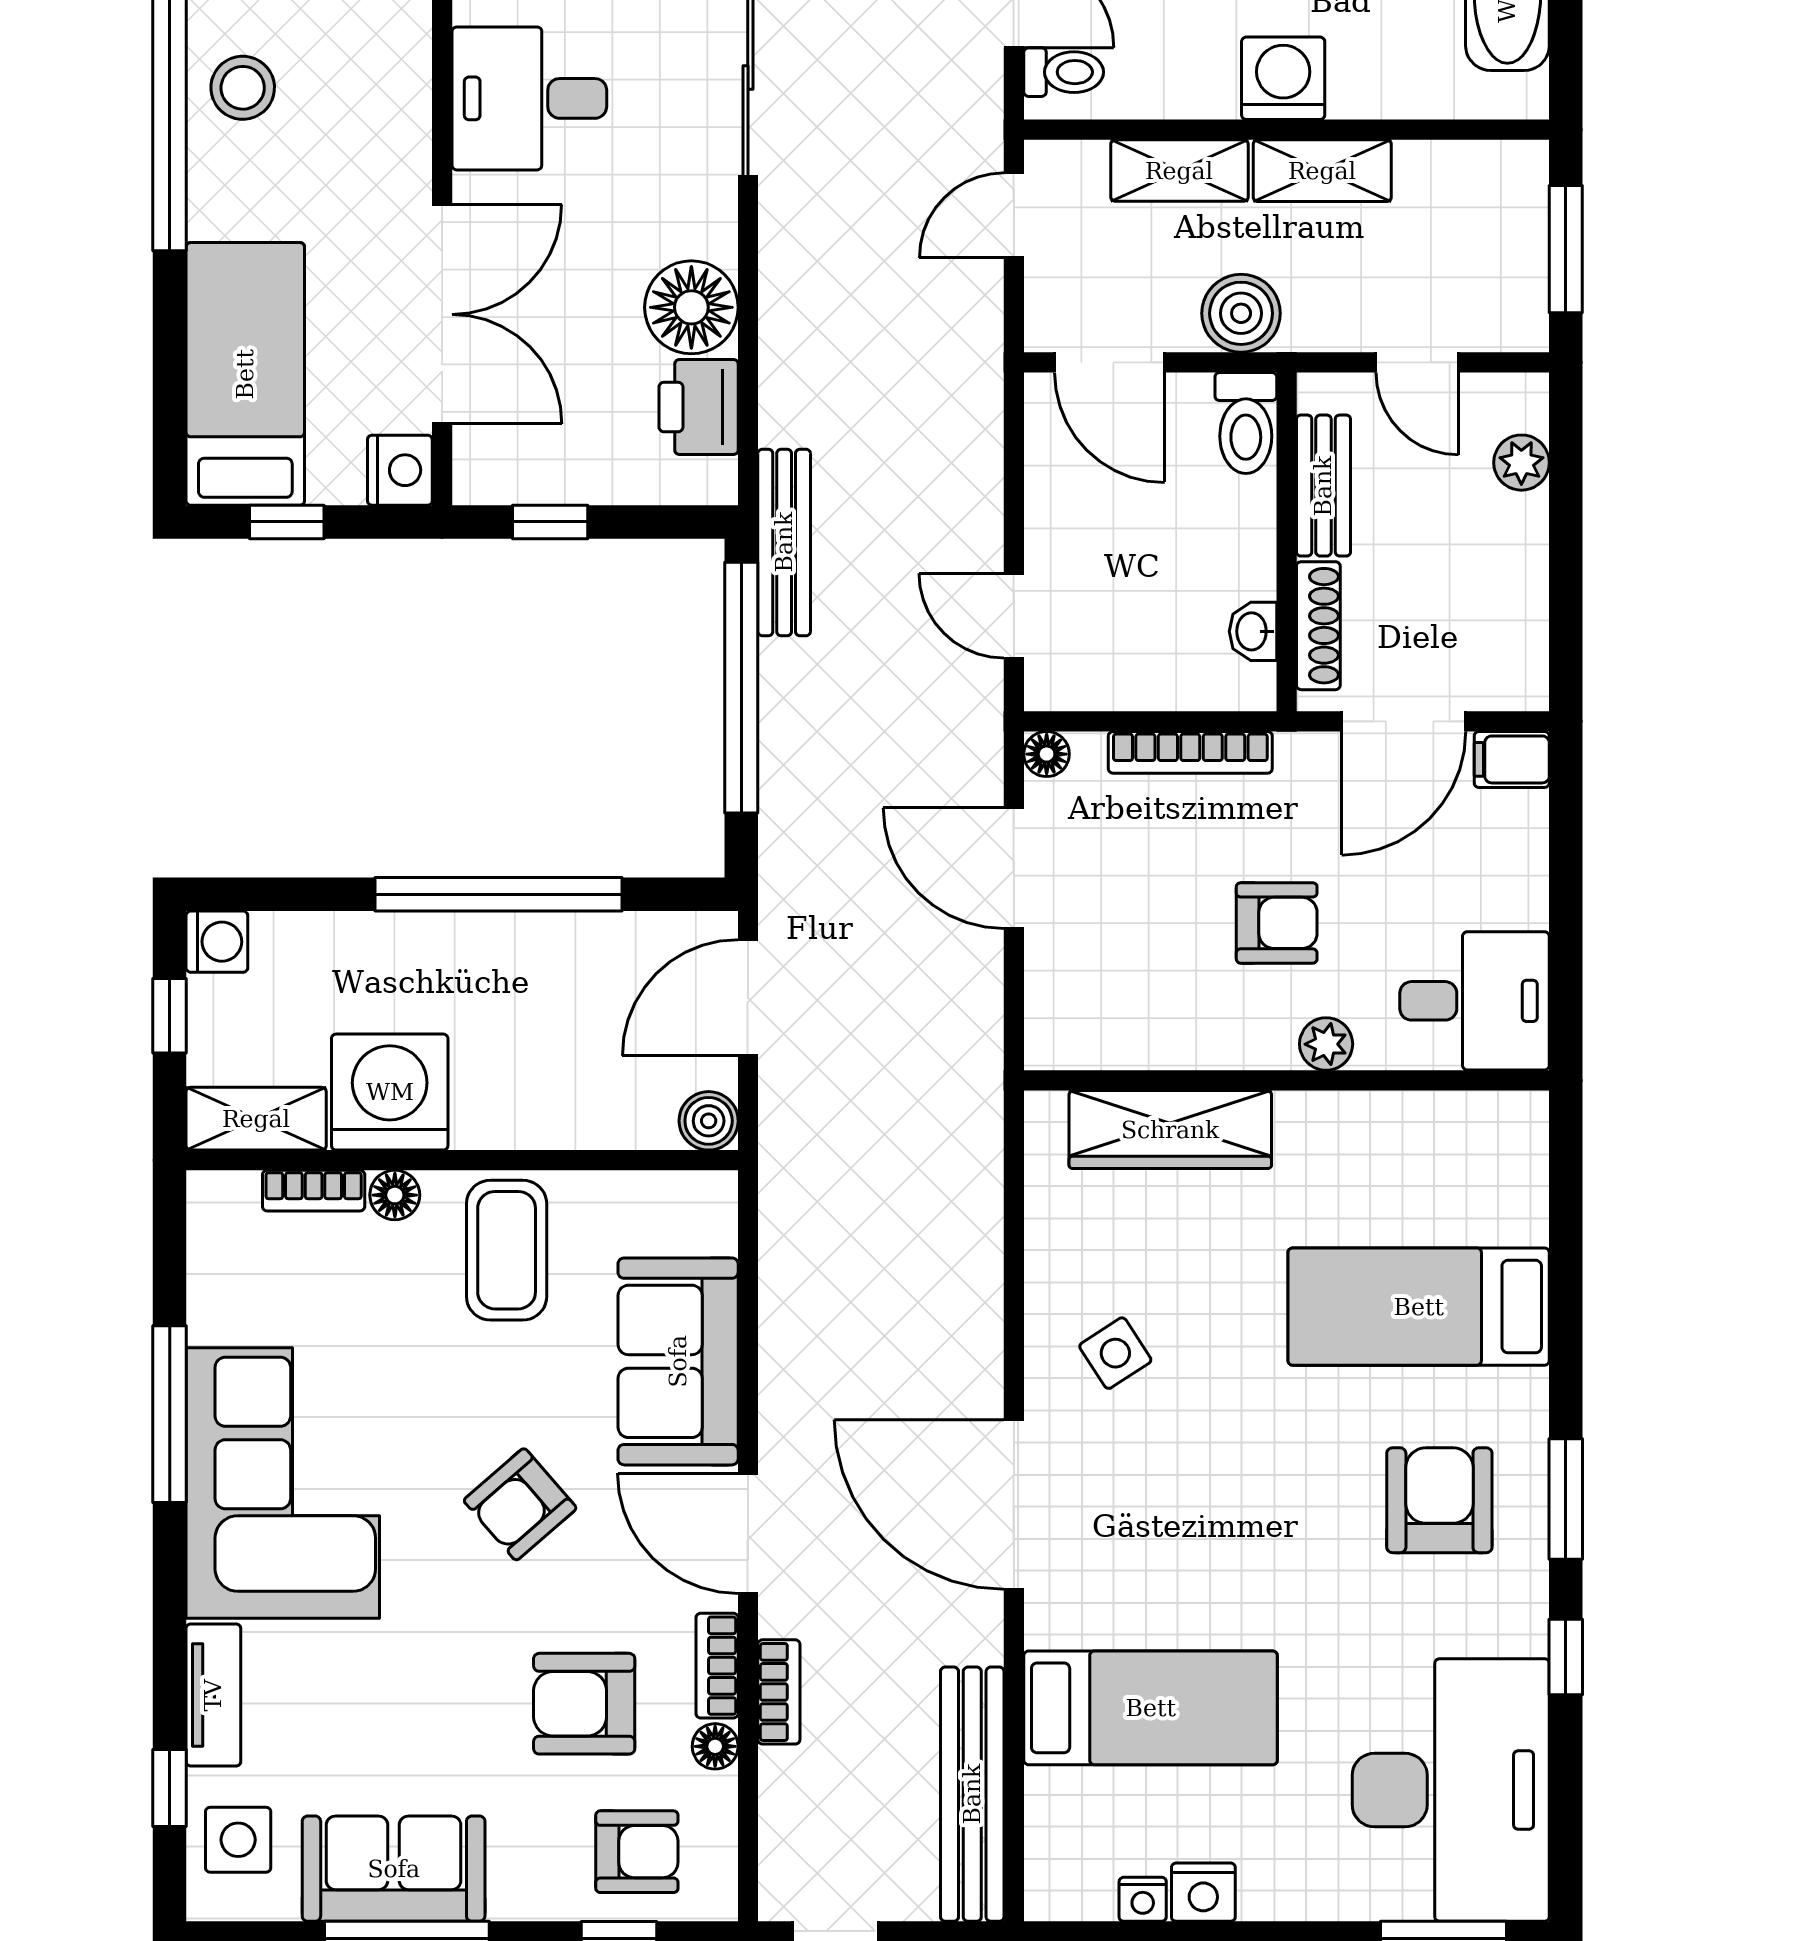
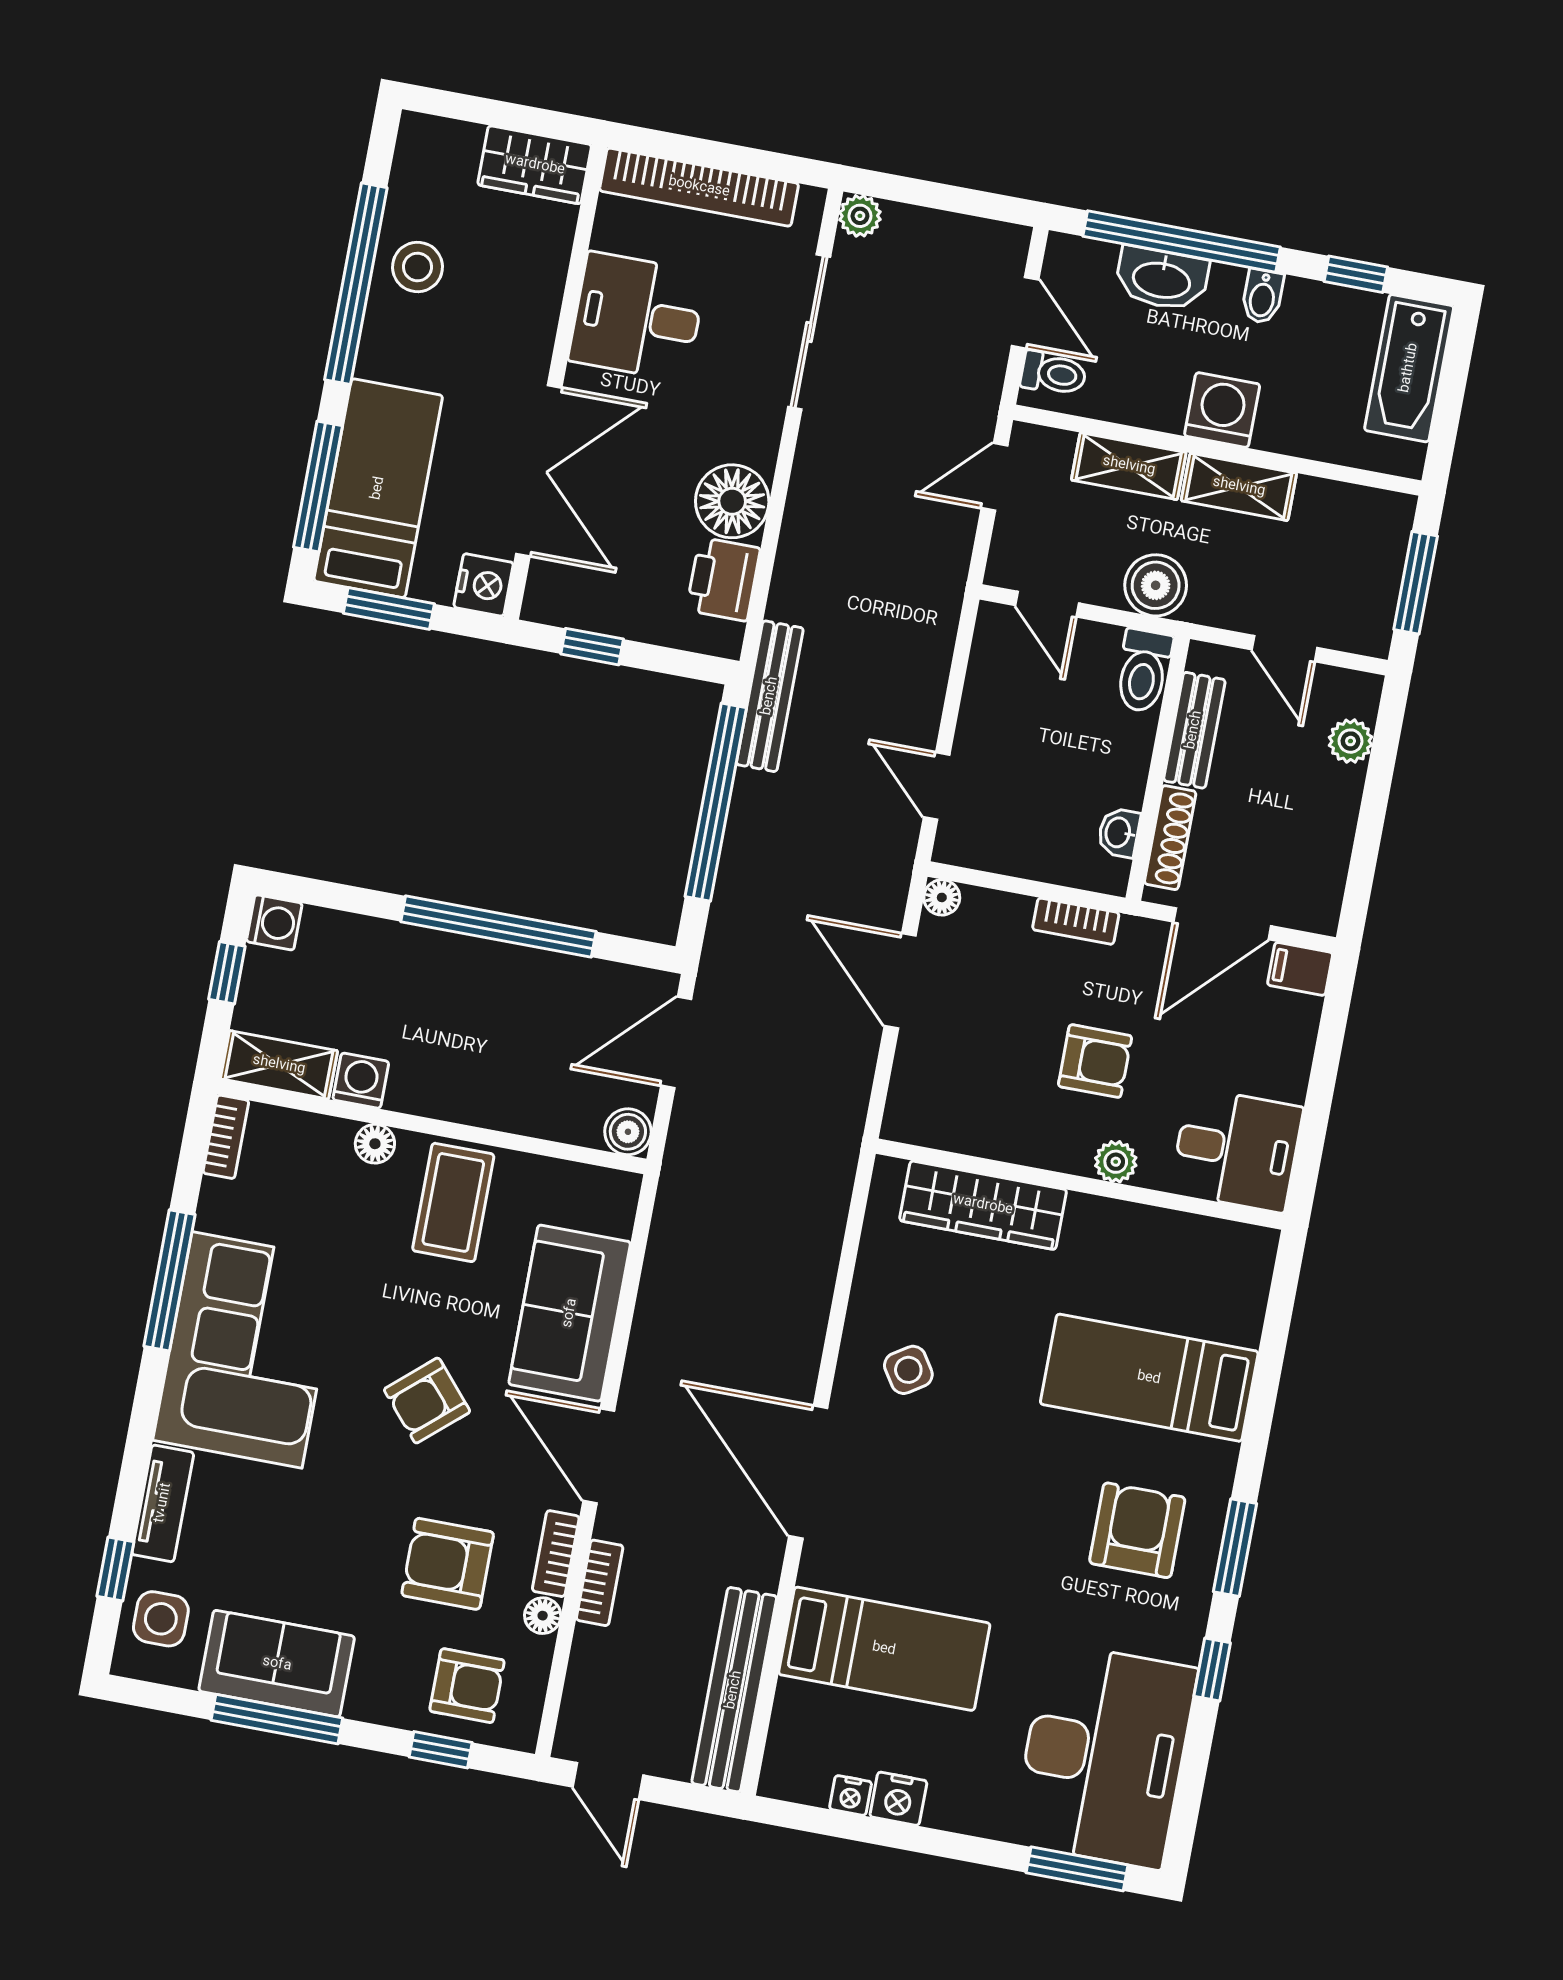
door: (1109, 362) -> (1047, 604), width x0.73
window: (170, 386) -> (318, 486), added
window: (287, 522) -> (389, 609), width x1.50
bookcase: (1190, 752) -> (1076, 921), width x0.64
washing machine: (390, 1092) -> (361, 1081), width x0.53, depth x0.53
bookcase: (314, 1191) -> (226, 1137), moved, turned -90

